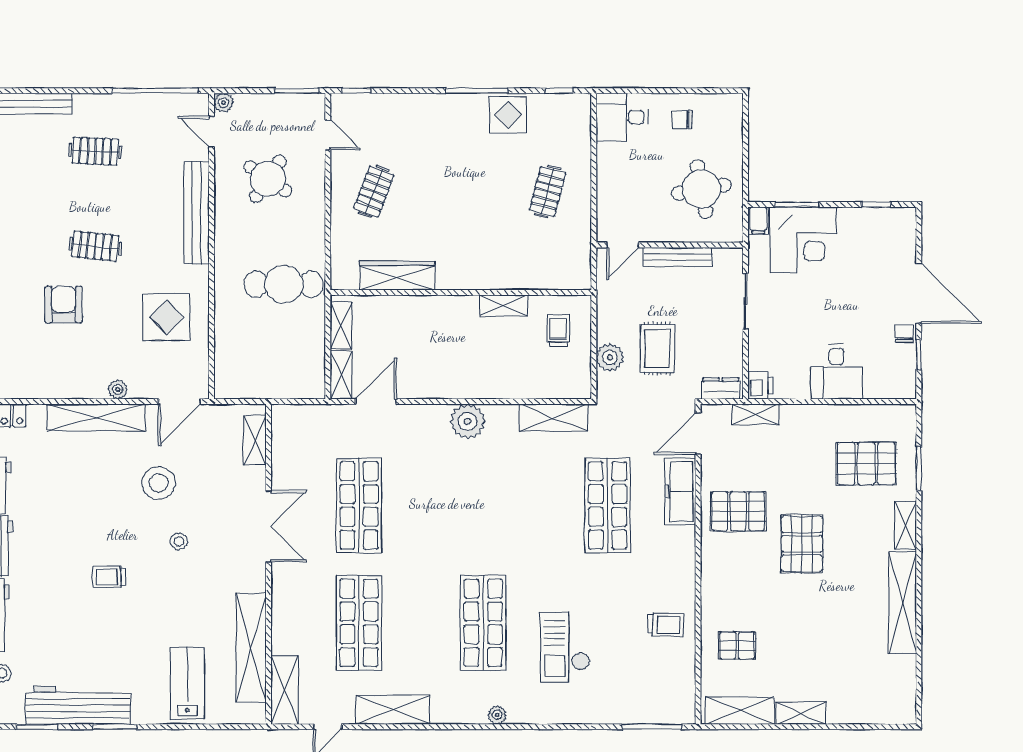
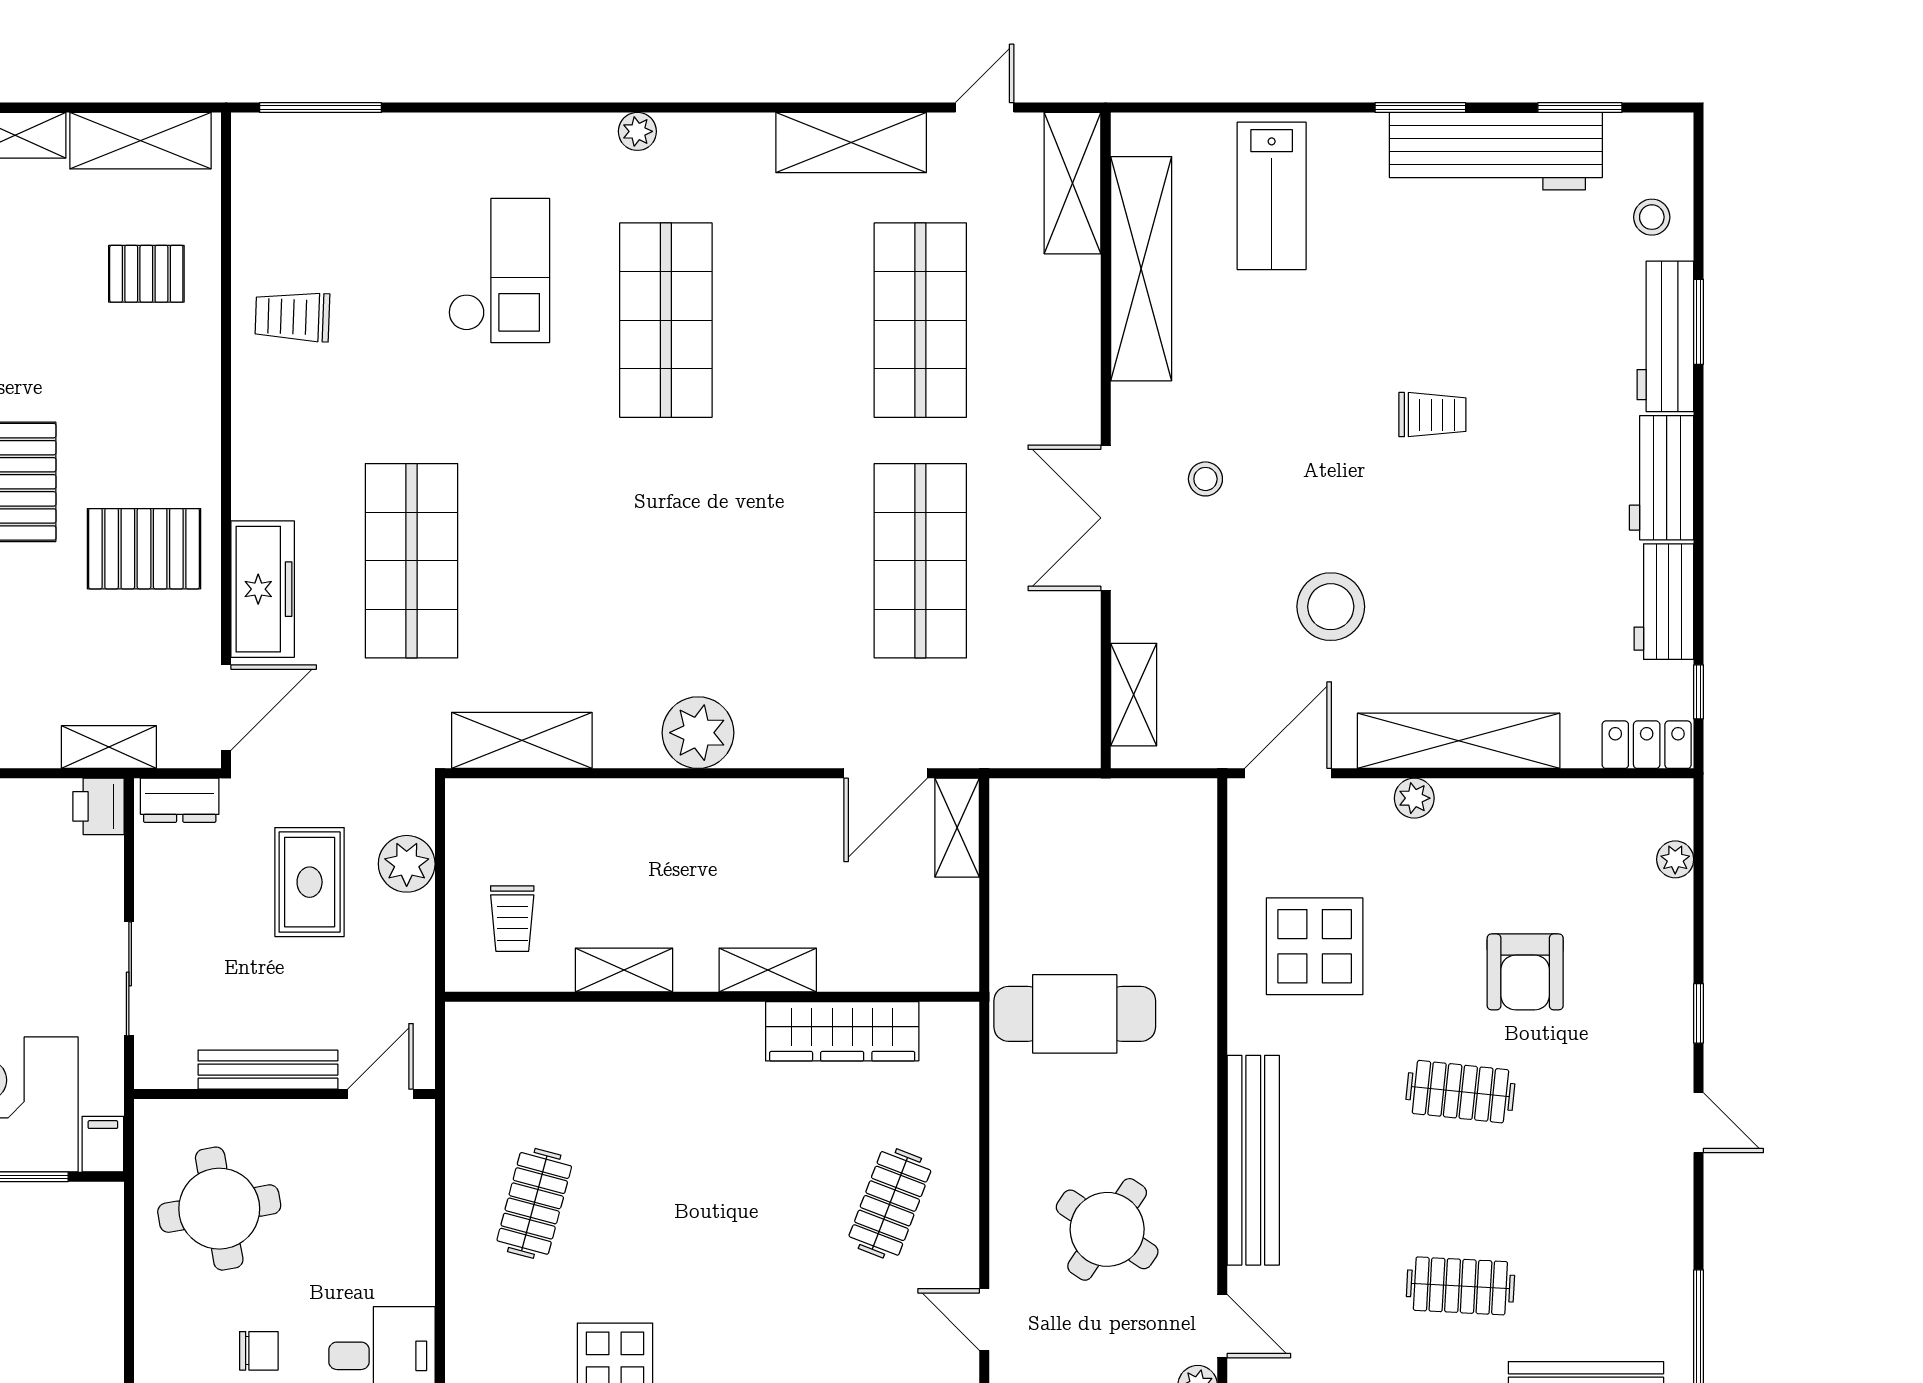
shelving: (341, 325) -> (768, 970), moved, turned 90
stool: (179, 541) -> (1205, 479), moved

